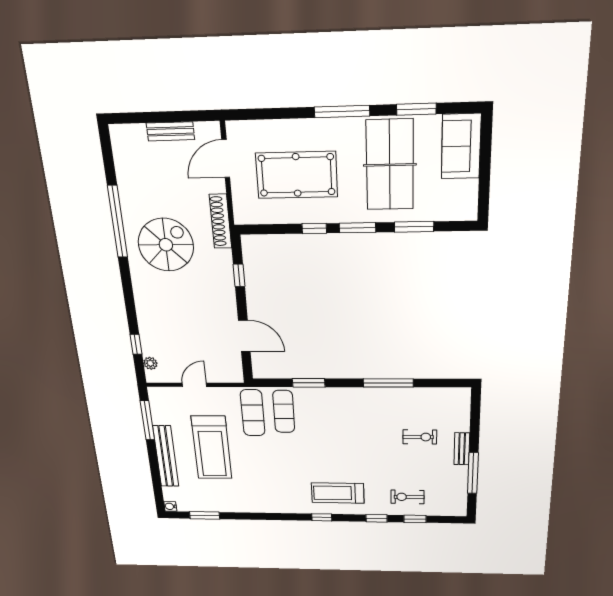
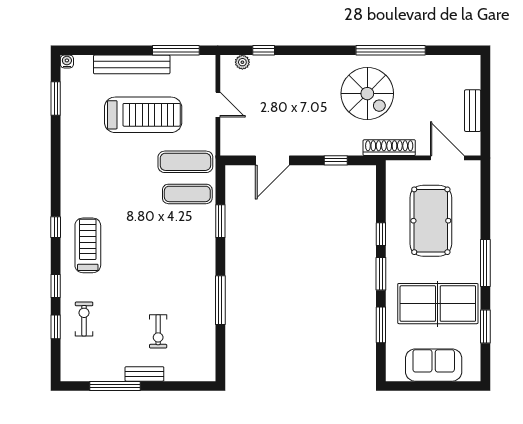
sofa: (461, 146) -> (434, 365), moved
treadmill: (211, 448) -> (143, 115), turned 180

